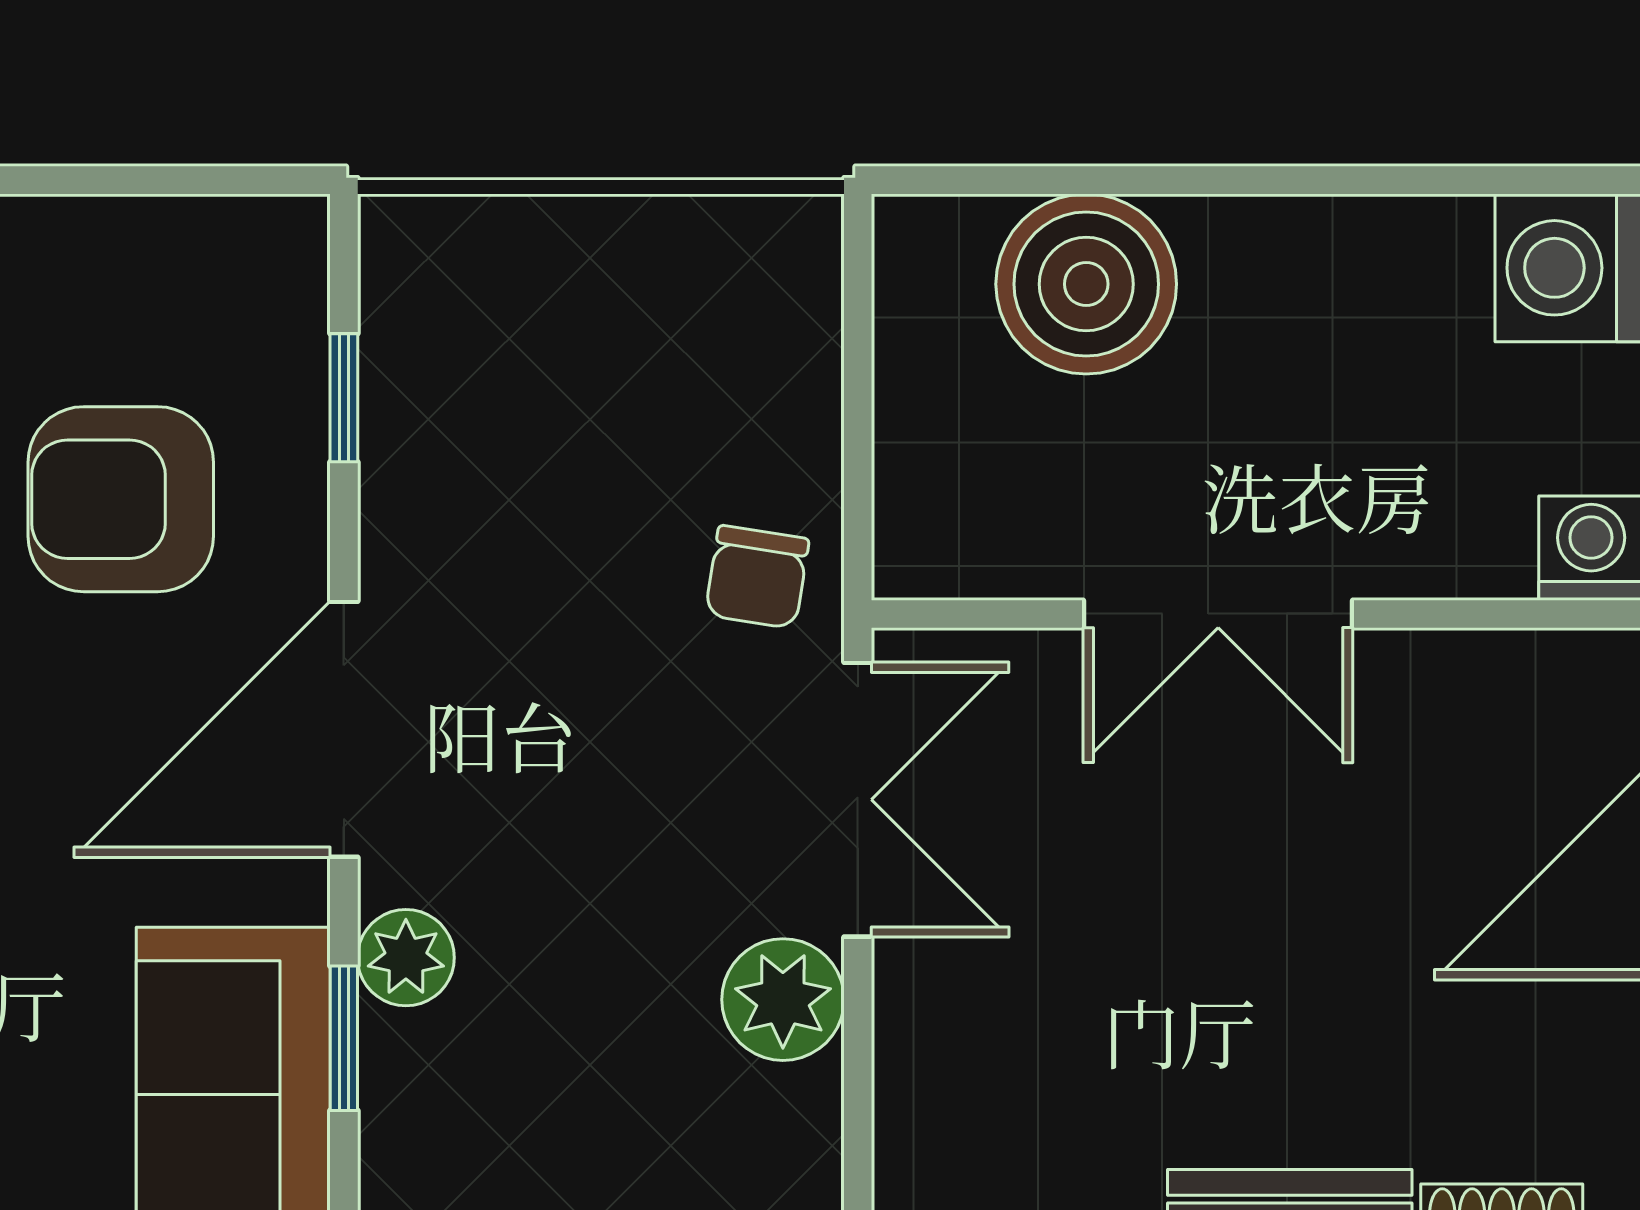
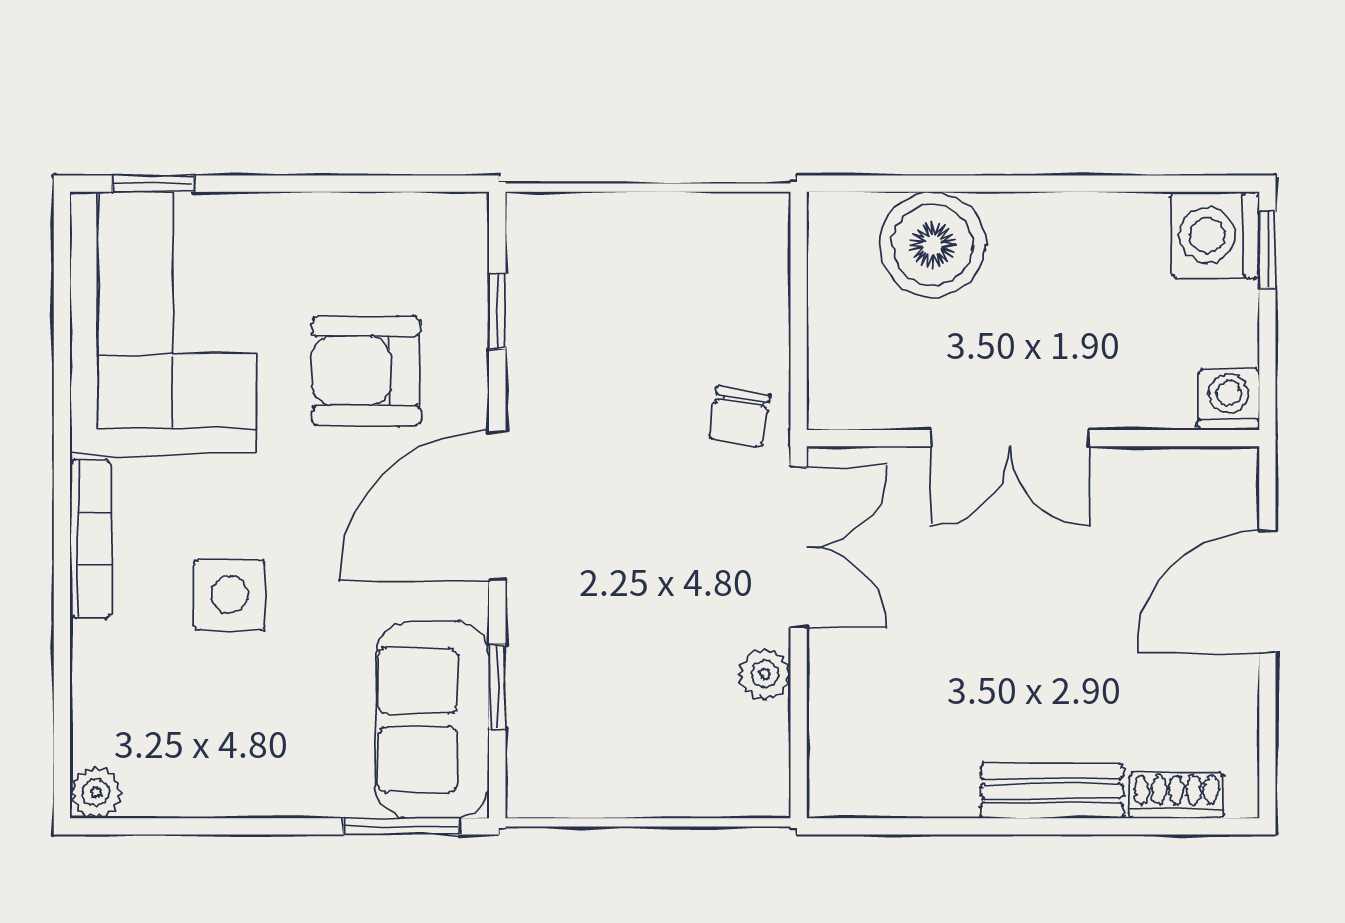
plant: (406, 958) -> (534, 640), removed
plant: (783, 1000) -> (764, 674), width x0.73, depth x0.73

